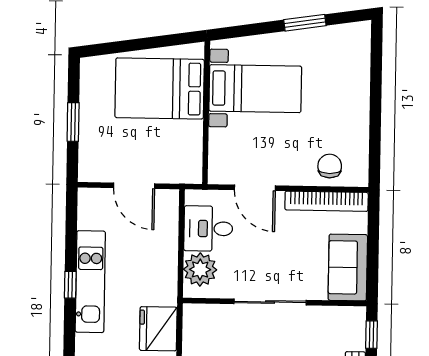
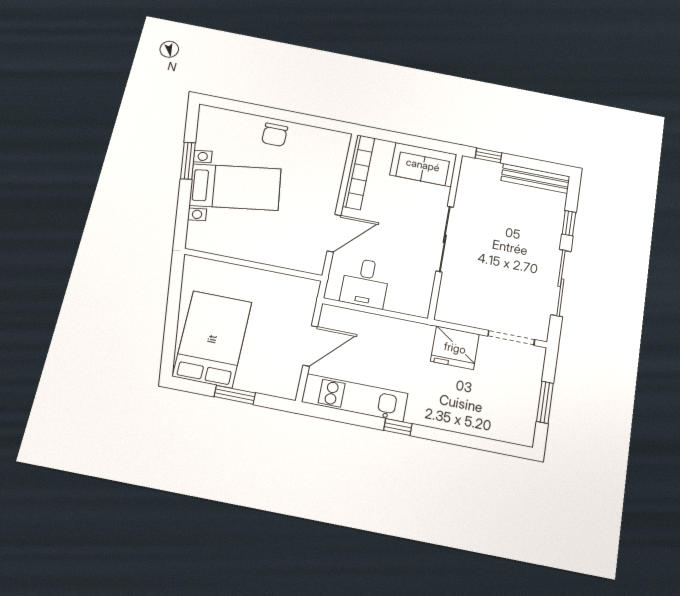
bed: (160, 88) -> (212, 339), moved, turned 180
bed with nightstands: (255, 89) -> (235, 187), moved, turned 82
chair: (330, 166) -> (275, 135), moved, turned -90
plant: (200, 269) -> (403, 298), removed
kitchen unit: (90, 282) -> (355, 398), moved

